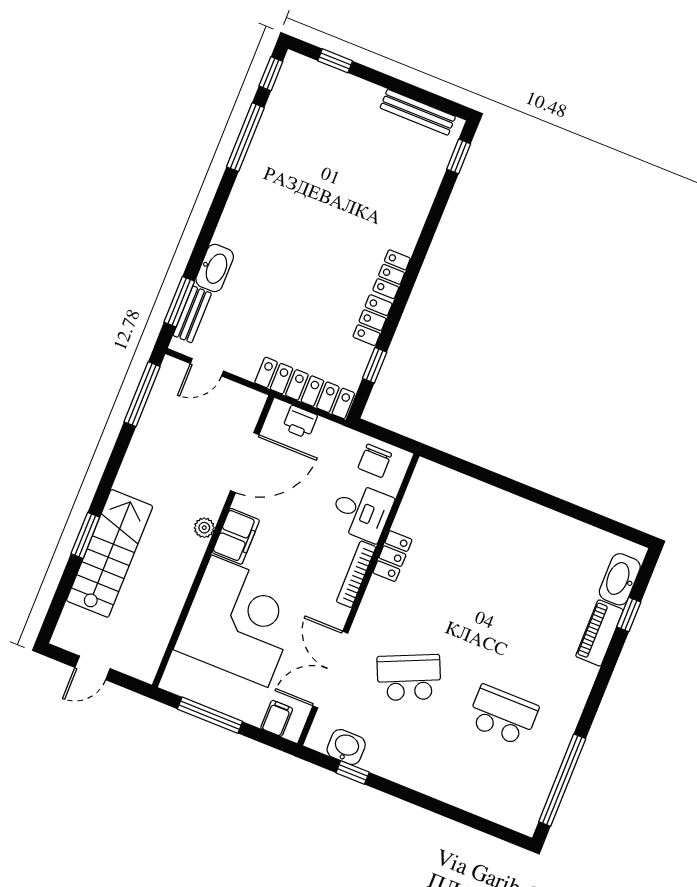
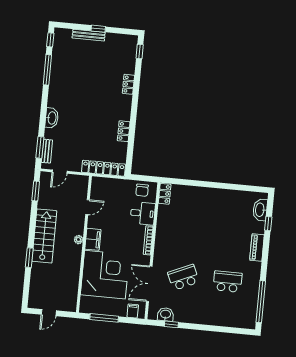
window: (335, 61) -> (98, 29), moved
bench: (418, 112) -> (89, 35), moved
washbasin: (215, 268) -> (52, 118), moved
locker: (392, 274) -> (128, 84), moved
window: (375, 365) -> (130, 150), removed
window: (142, 394) -> (36, 191), width x0.69
printer: (300, 422) -> (106, 183), removed
door: (245, 463) -> (87, 207), width x0.53
stairs: (110, 553) -> (44, 236), moved
locker: (392, 556) -> (165, 194), moved
piano: (599, 633) -> (257, 248), moved

